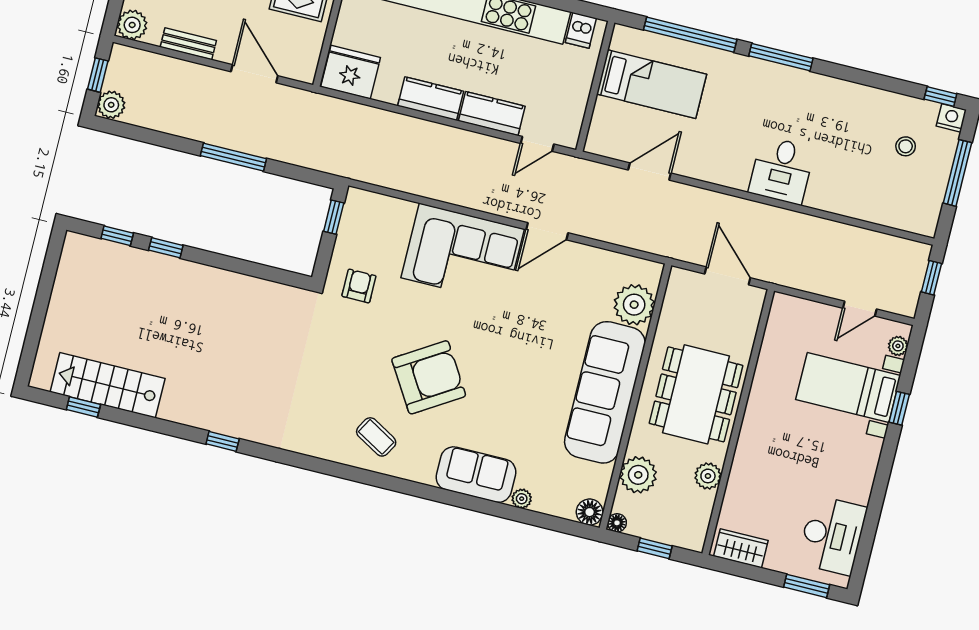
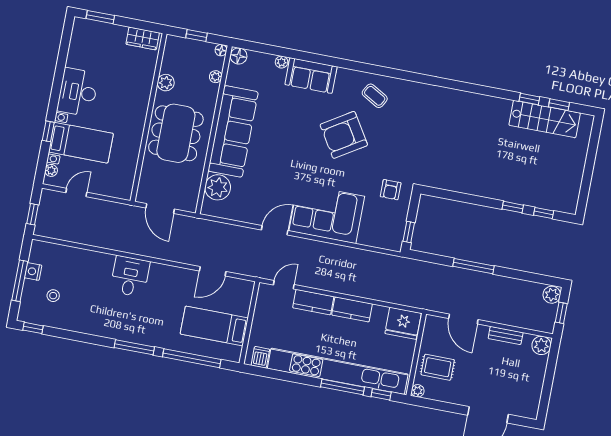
nightstand: (951, 118) -> (33, 272), moved, turned 90
window: (223, 441) -> (529, 99), moved
plant: (638, 475) -> (216, 77), width x0.53, depth x0.53
desk: (832, 535) -> (78, 92), moved

